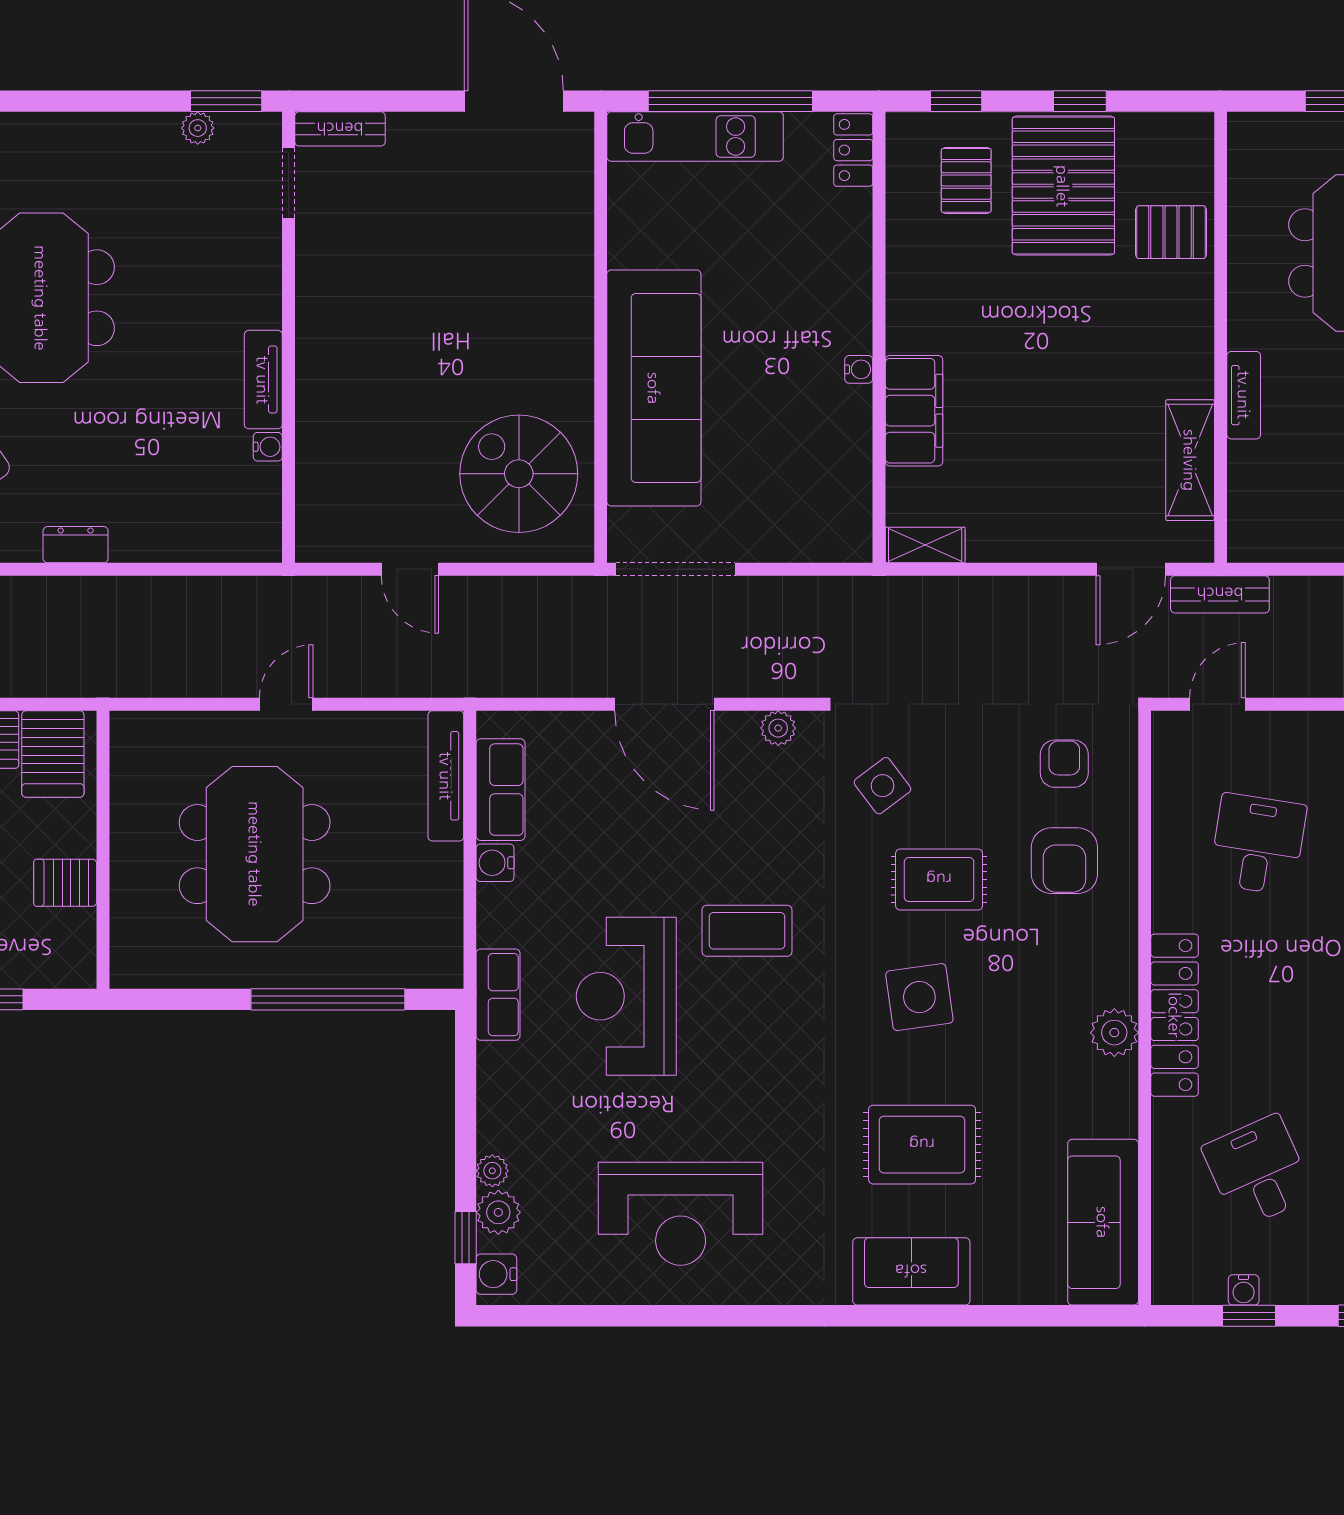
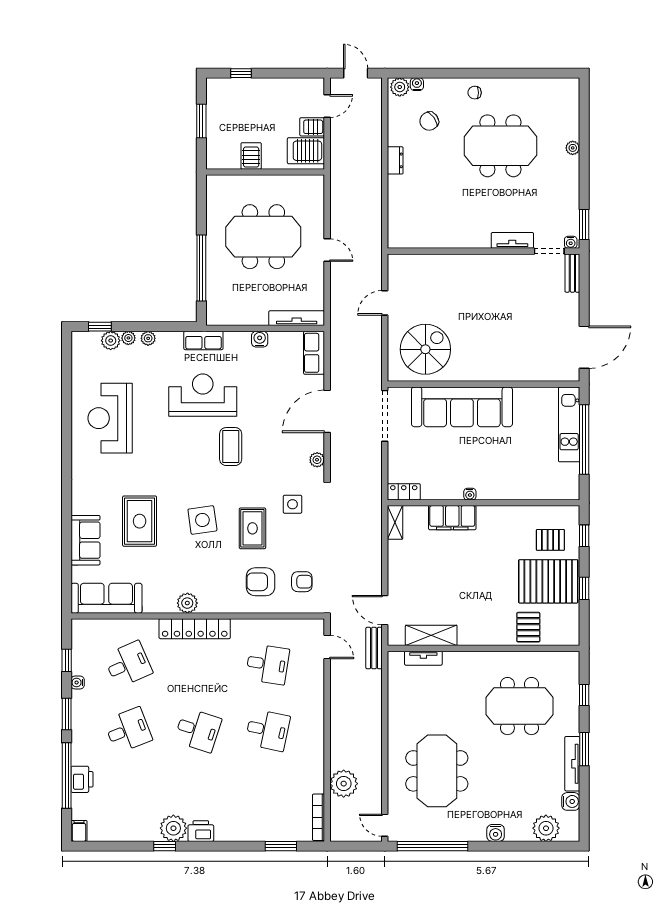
plant: (198, 128) -> (573, 148), moved
locker: (853, 150) -> (404, 492), moved
tv unit: (263, 380) -> (512, 240), moved
tv unit: (1244, 395) -> (423, 658), moved
water cooler: (268, 447) -> (571, 242), moved
side table: (883, 786) -> (292, 504), turned 37
row of seats: (501, 790) -> (314, 353), moved, turned 90
plant: (493, 1124) -> (148, 338), added
sofa: (911, 1271) -> (85, 540), moved
water cooler: (496, 1274) -> (84, 340), removed
water cooler: (1244, 1290) -> (78, 682), moved

